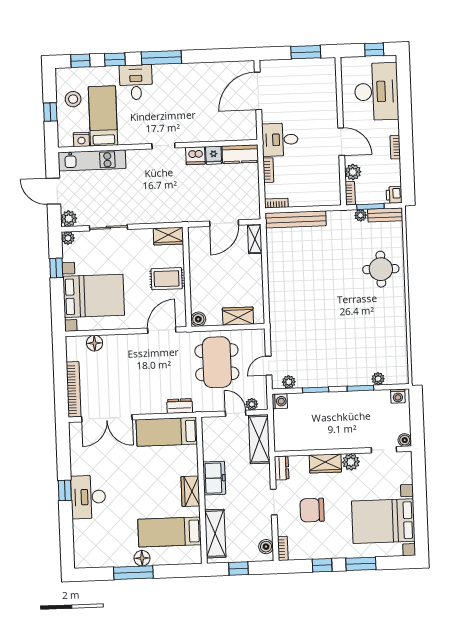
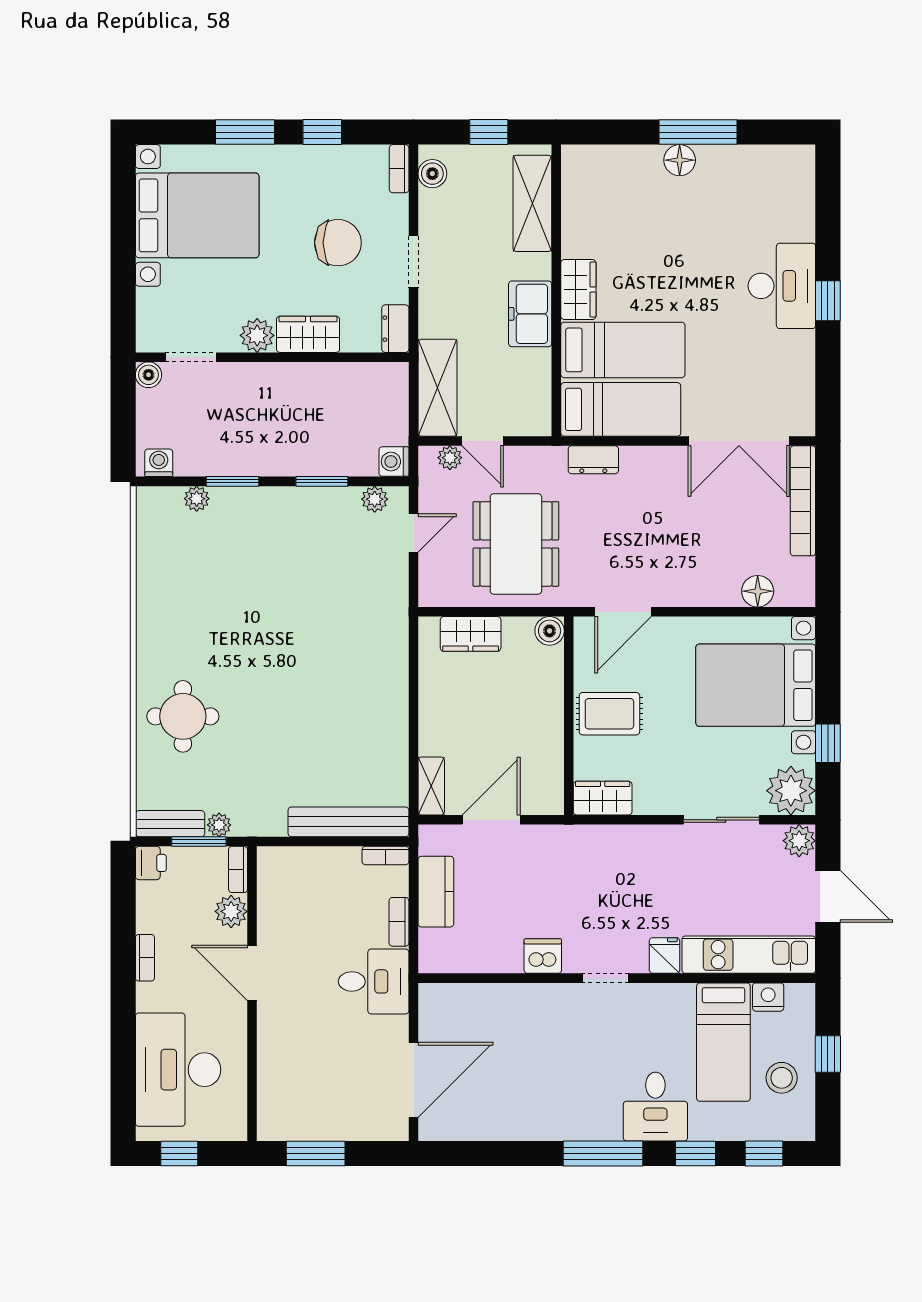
kitchen counter: (240, 154) -> (436, 892), moved, turned 90
fridge: (214, 155) -> (665, 956), moved
plant: (68, 238) -> (791, 791), width x1.88, depth x1.88
double door: (107, 418) -> (739, 441), swing flipped
bed: (170, 532) -> (623, 350), moved

